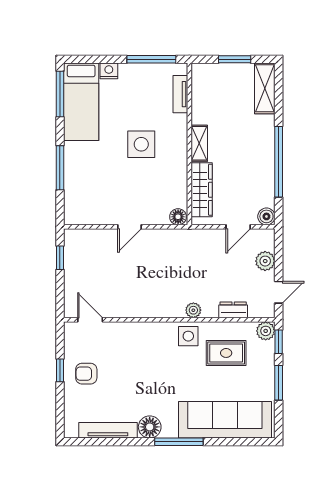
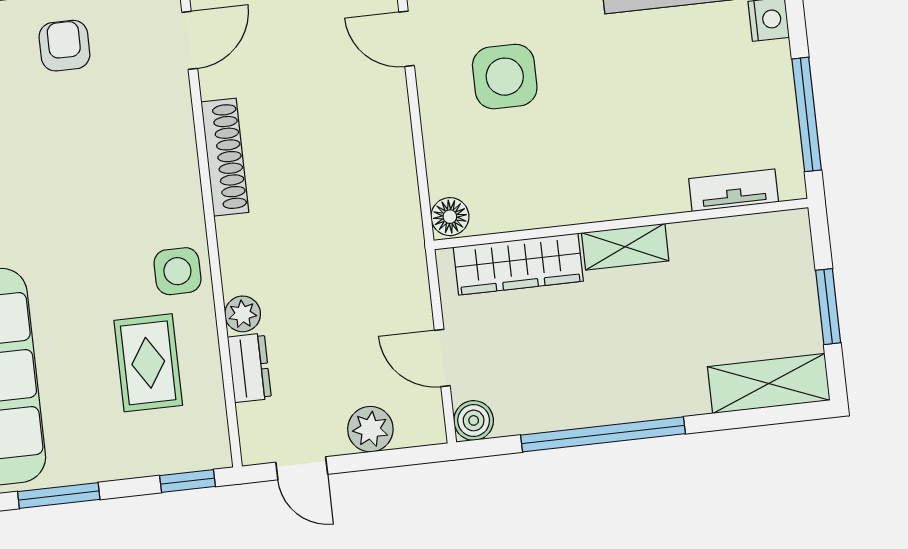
side table: (141, 144) -> (505, 77), moved
door: (130, 227) -> (407, 39), moved
shoe rack: (142, 310) -> (225, 157), added
plant: (193, 310) -> (243, 314), moved
plant: (266, 331) -> (209, 448), removed
window: (279, 383) -> (59, 495), moved

